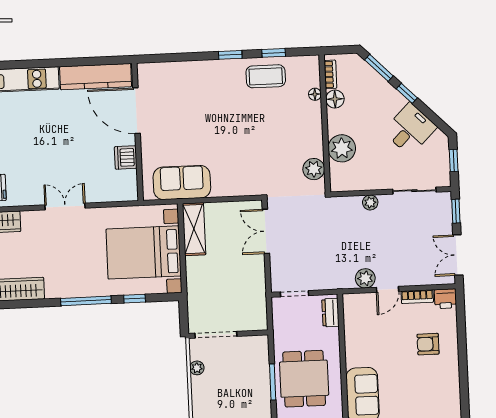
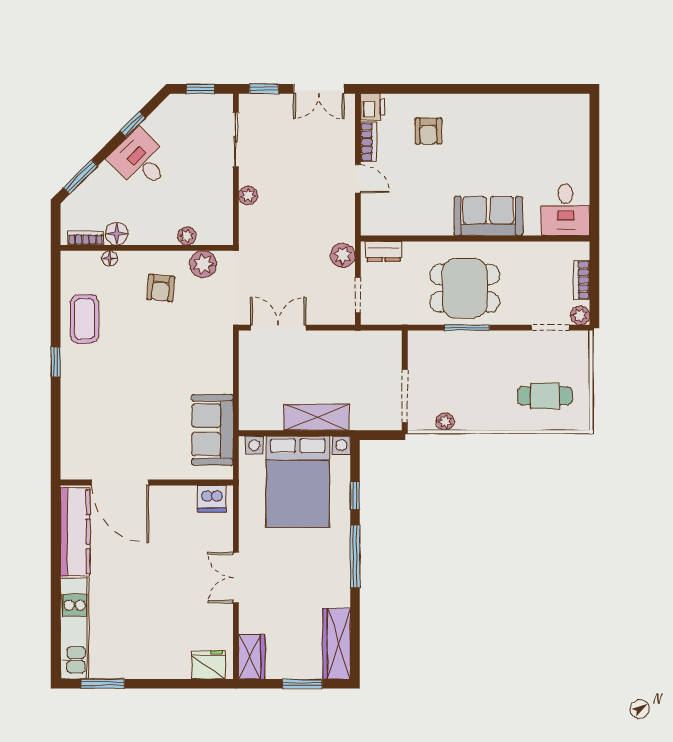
window: (274, 53) -> (56, 308), removed
window: (407, 93) -> (133, 125), moved
door: (136, 111) -> (120, 482), hinge flipped
desk: (410, 129) -> (140, 160), moved
armchair: (293, 136) -> (161, 288), added
plant: (342, 148) -> (187, 236), width x0.53, depth x0.53
dishwasher: (126, 157) -> (212, 499), moved
shelving: (194, 229) -> (316, 417), moved
double door: (266, 231) -> (278, 328), swing flipped
plant: (365, 278) -> (343, 255), moved

